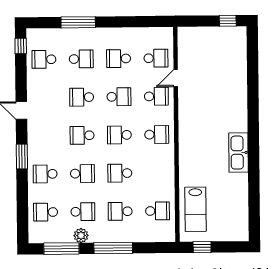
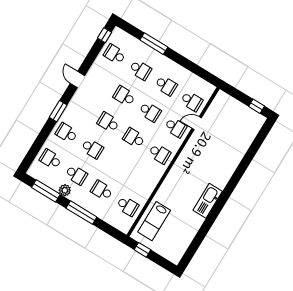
school desk: (119, 59) -> (166, 86), turned 180
school desk: (120, 173) -> (118, 164), removed

